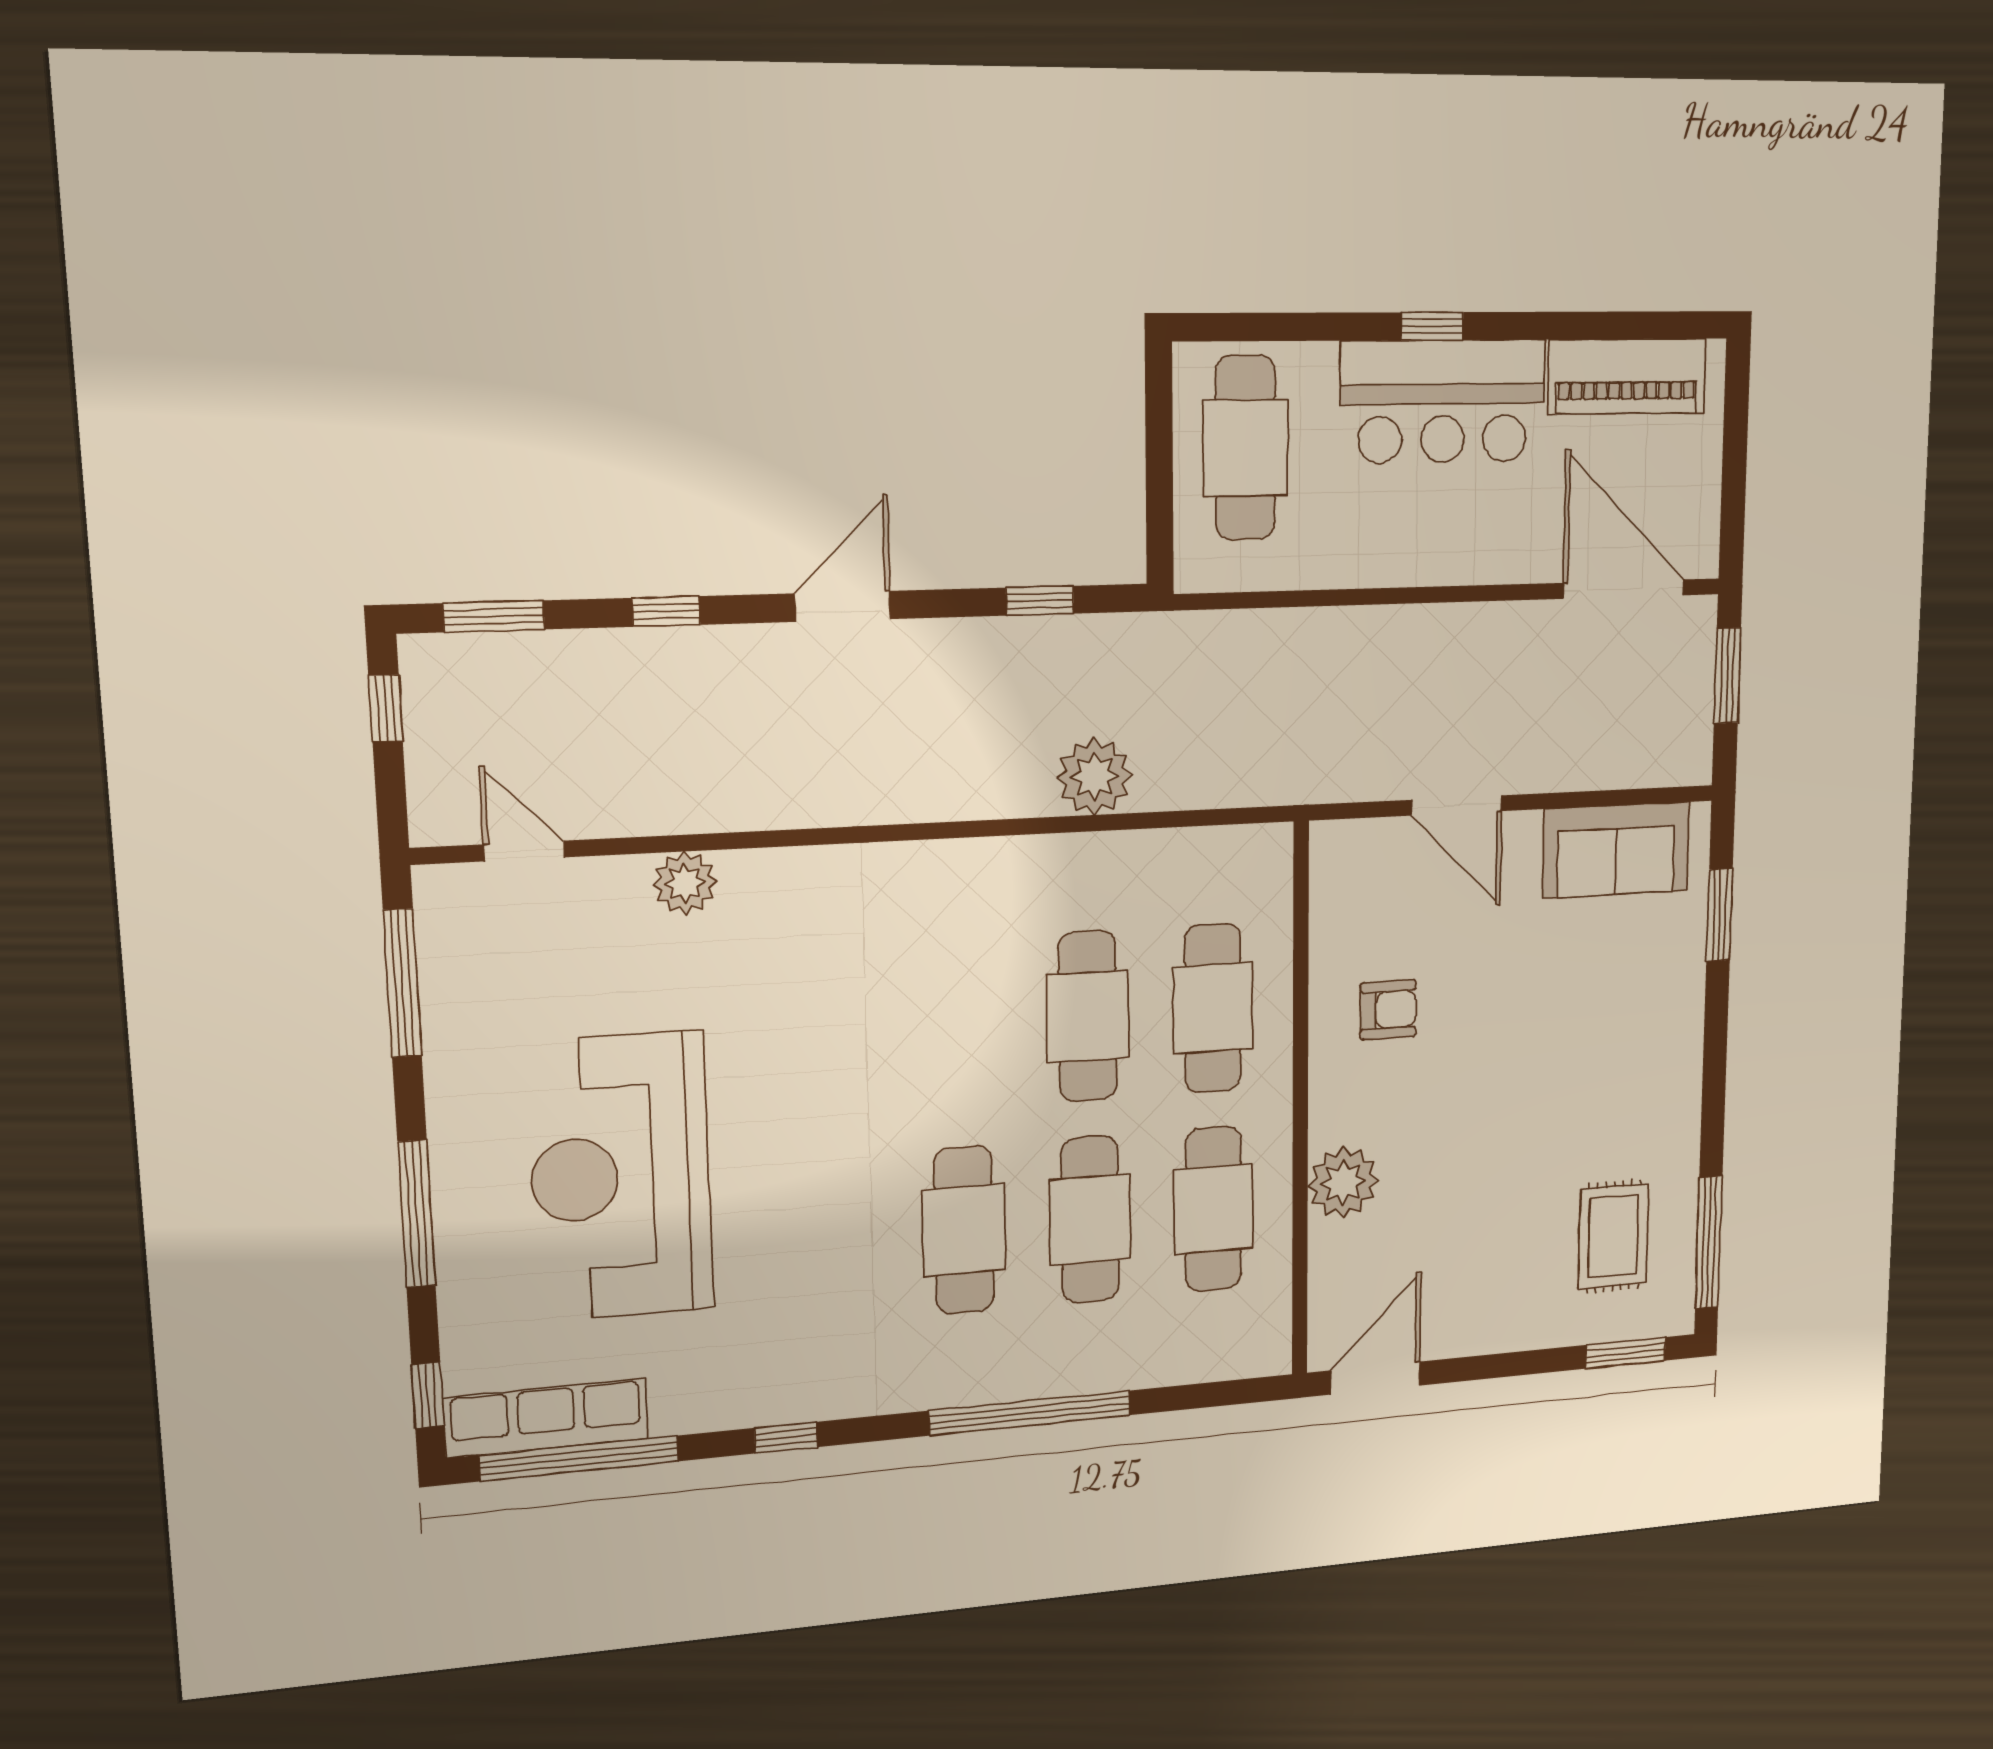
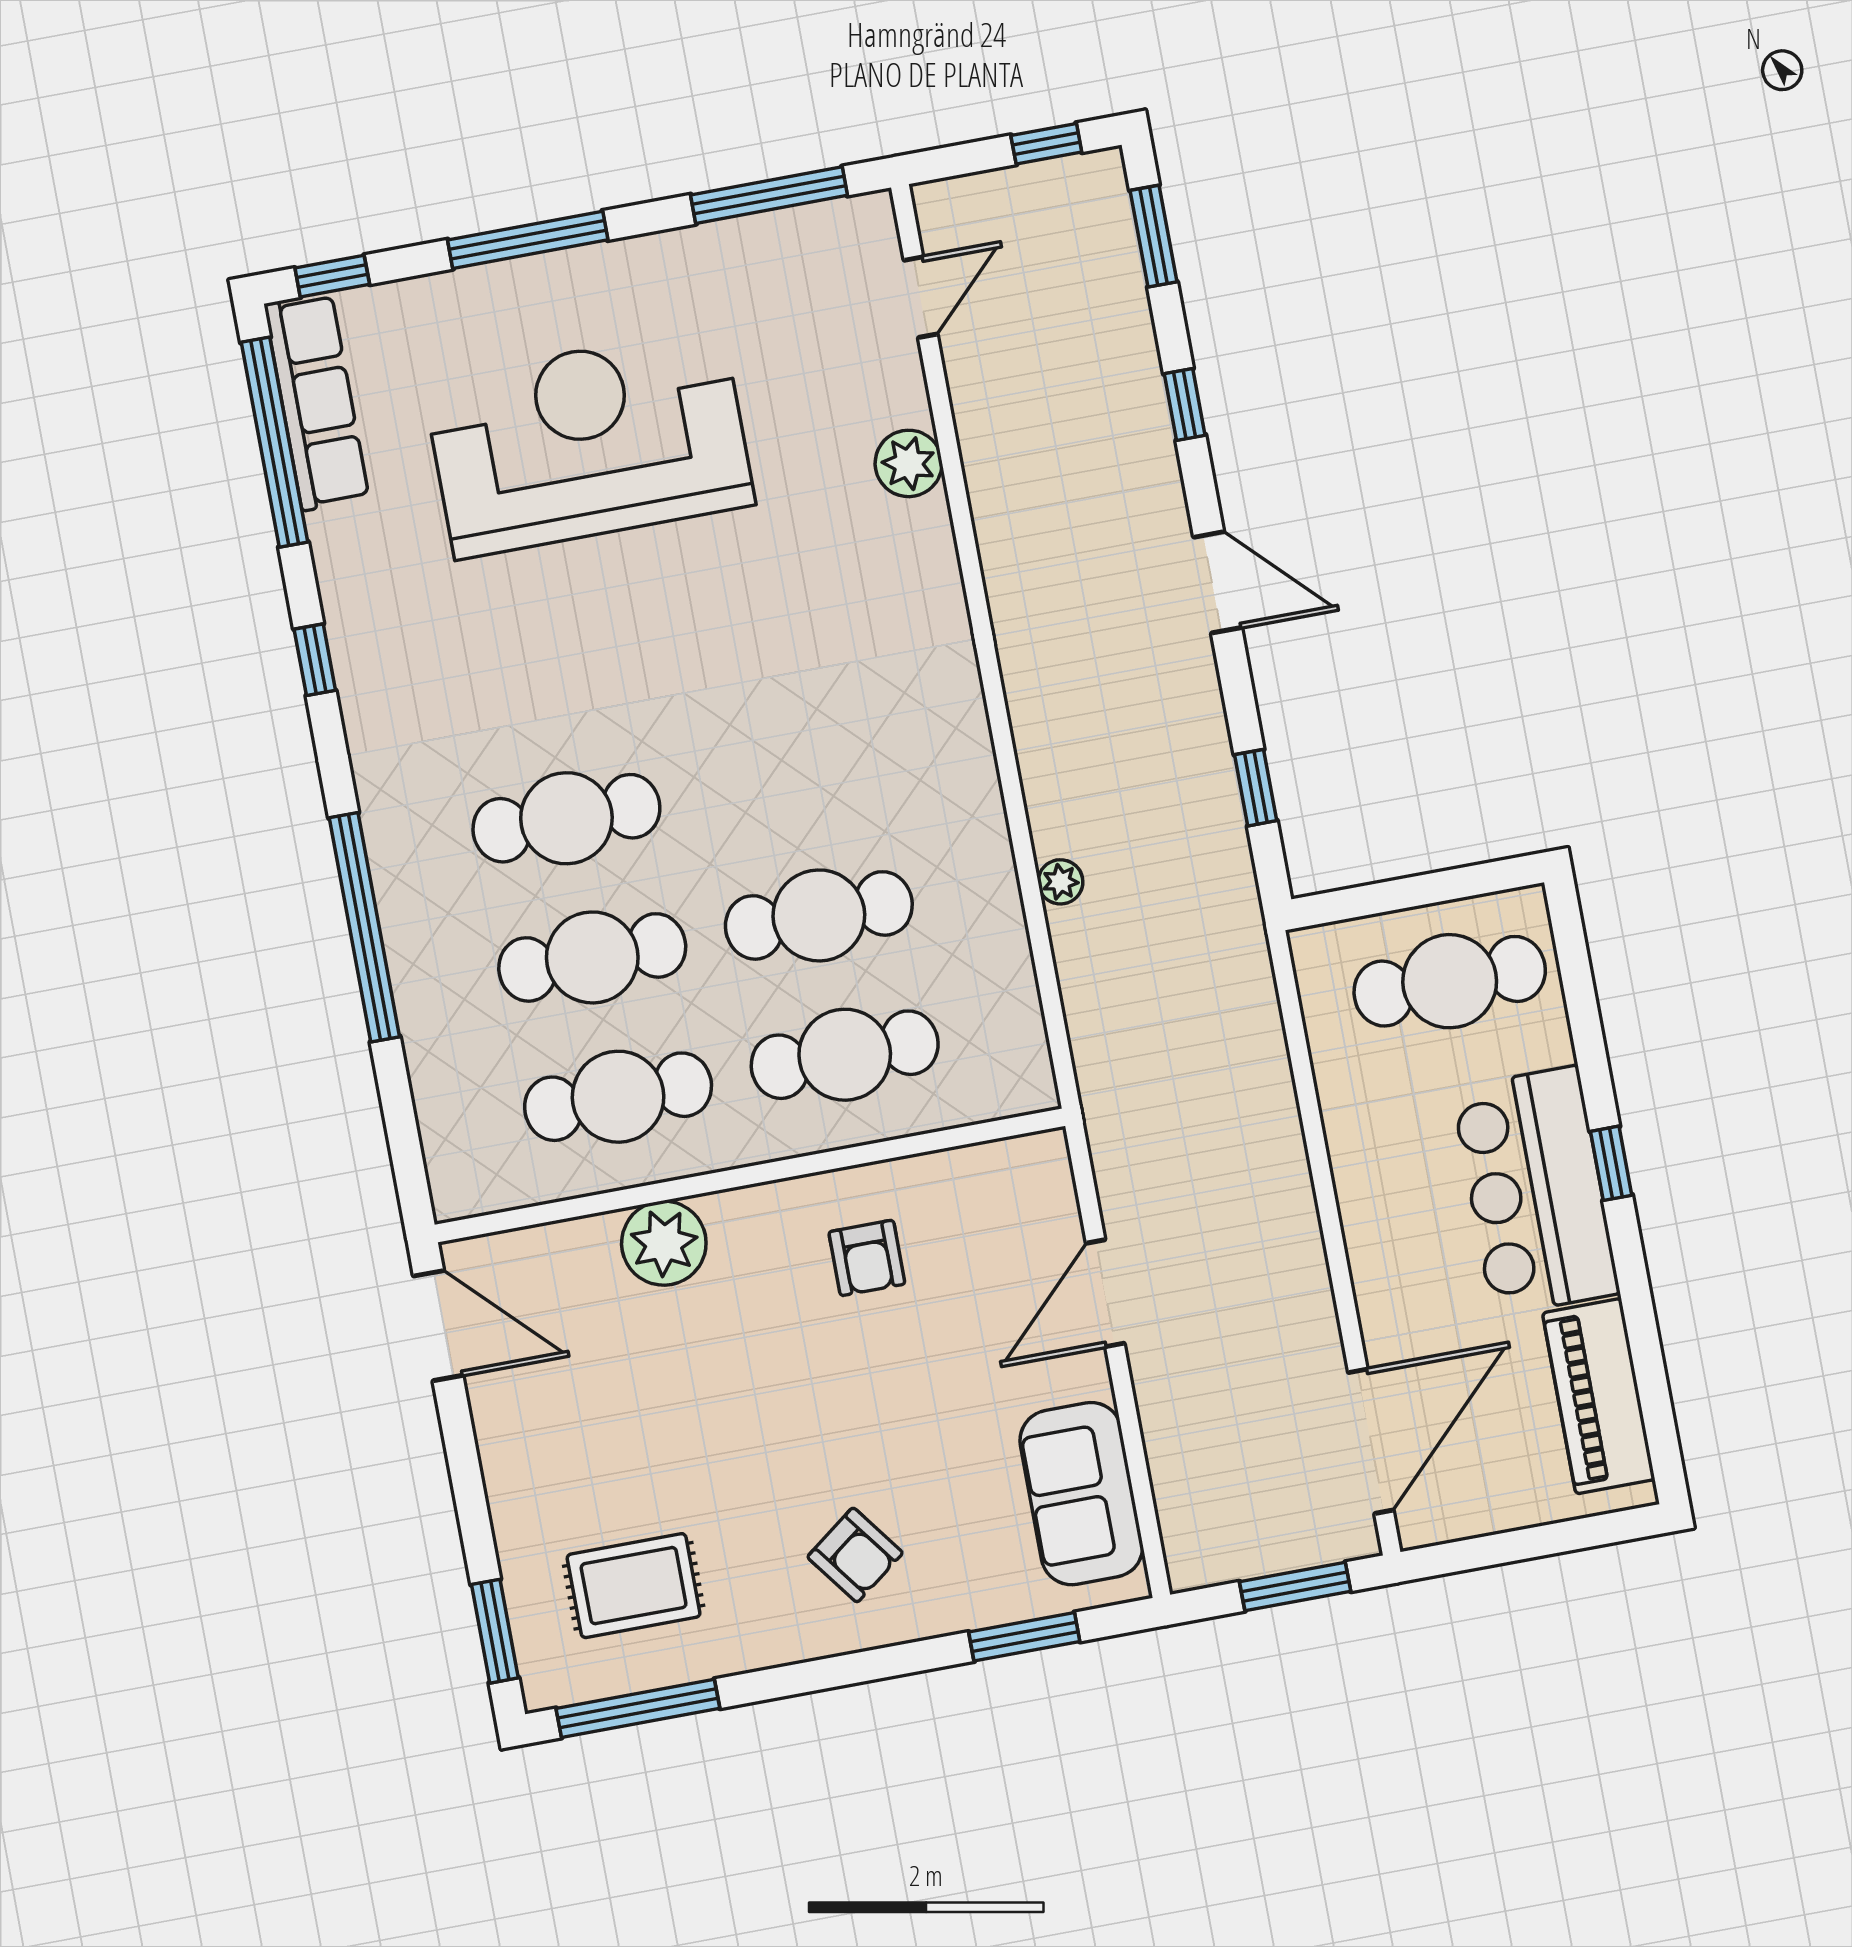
plant: (1095, 777) -> (1060, 882), width x0.53, depth x0.53
armchair: (1626, 1049) -> (855, 1555), added

